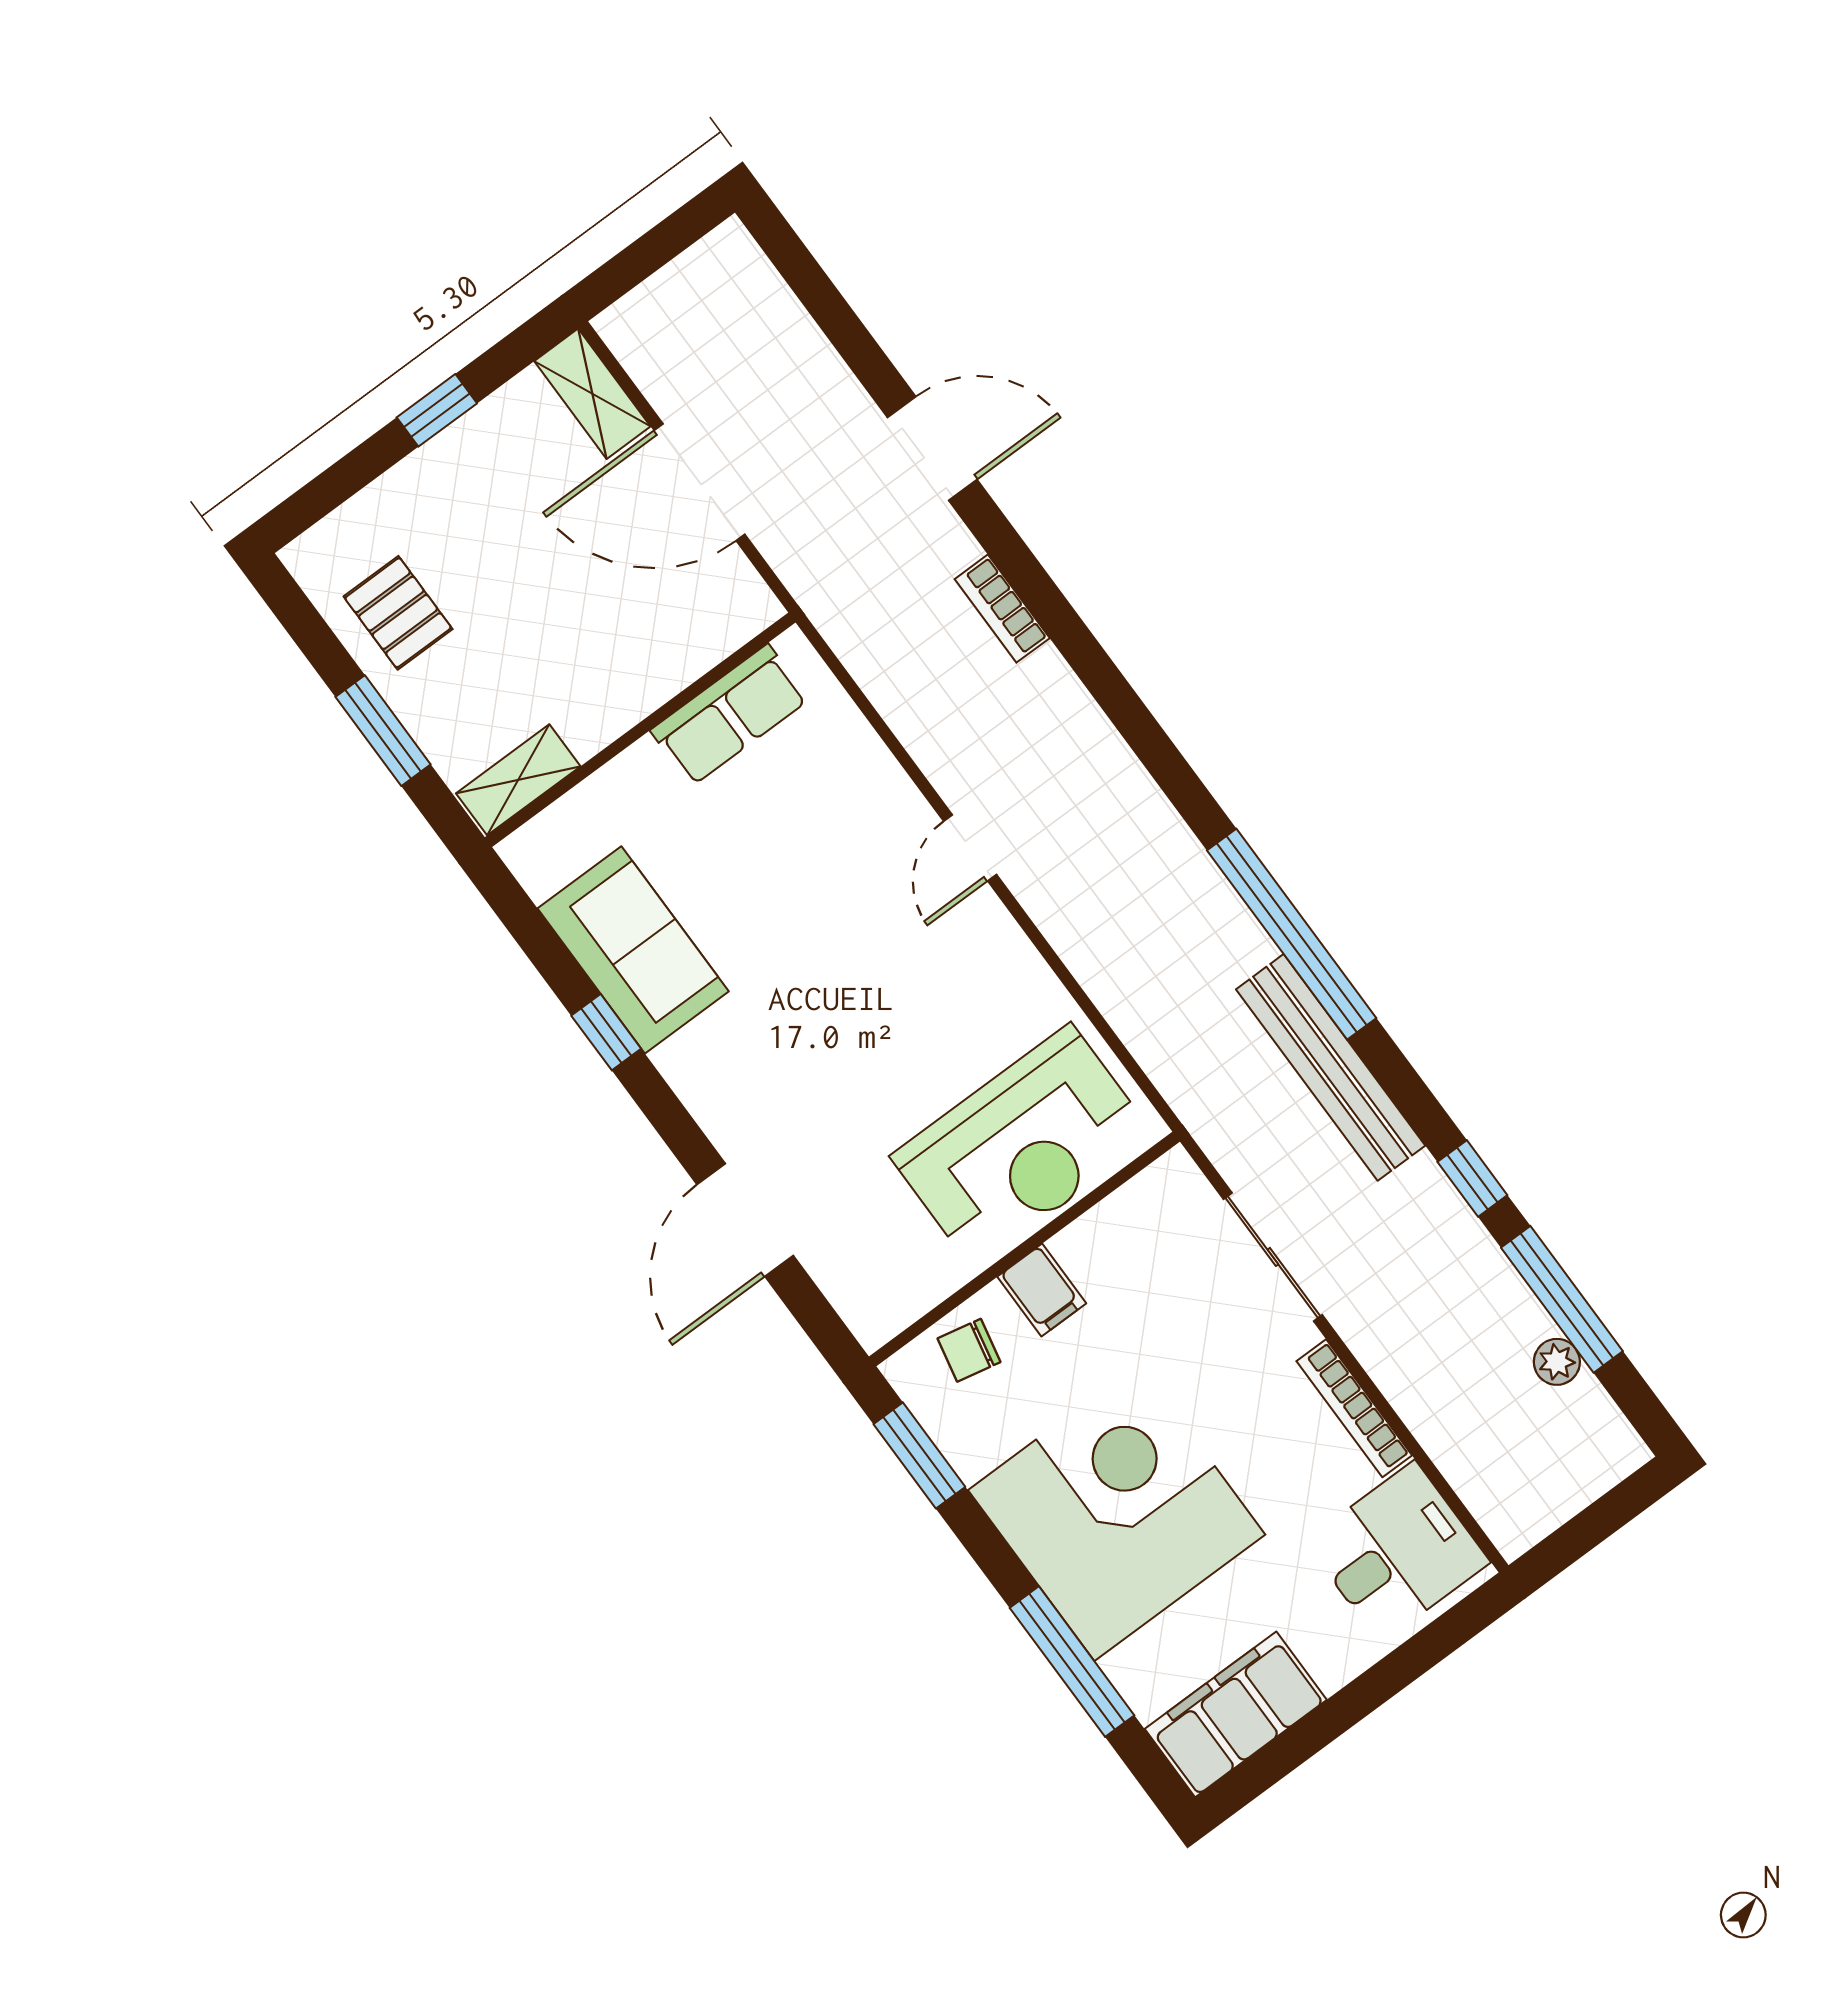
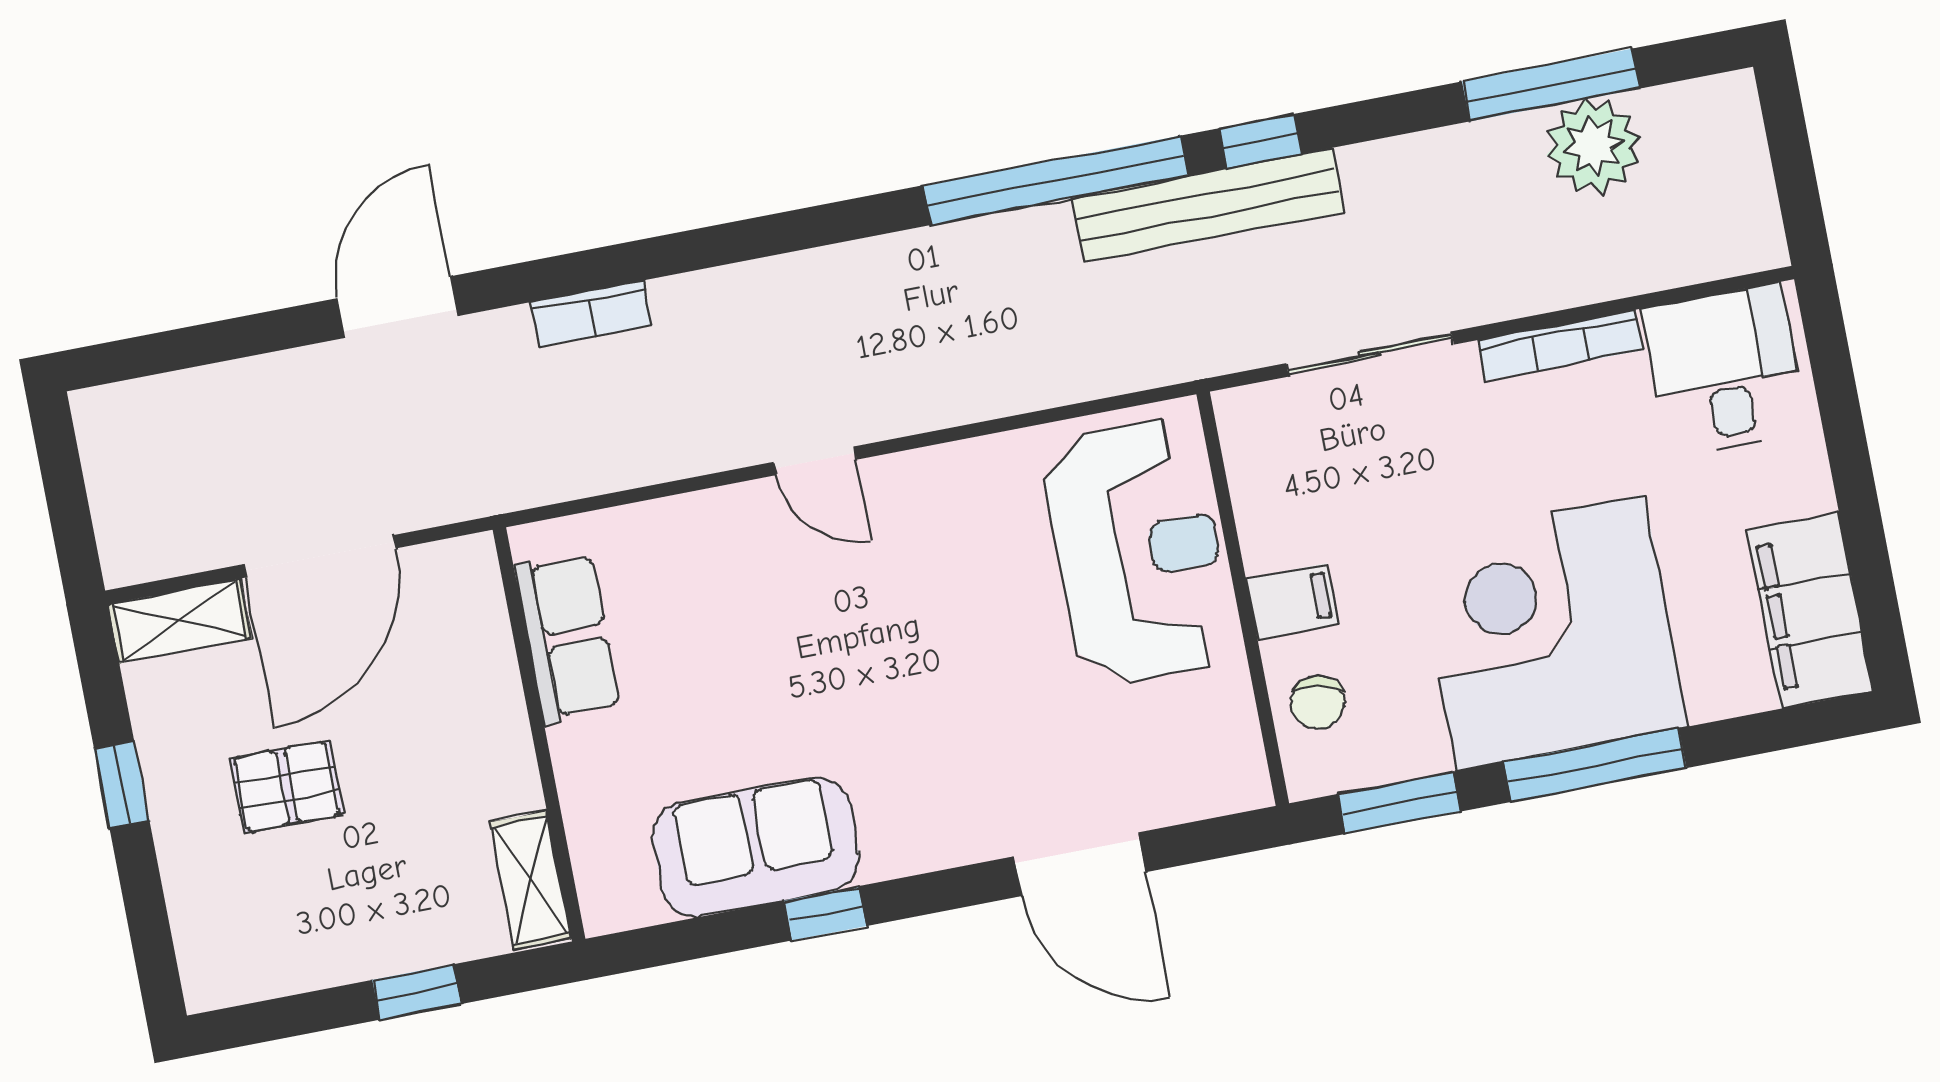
pallet: (398, 613) -> (287, 787), moved
window: (383, 731) -> (417, 992), width x0.67
window: (1472, 1178) -> (1261, 141), moved
plant: (1557, 1362) -> (1593, 146), width x1.88, depth x1.88
window: (1072, 1662) -> (1595, 765), moved

